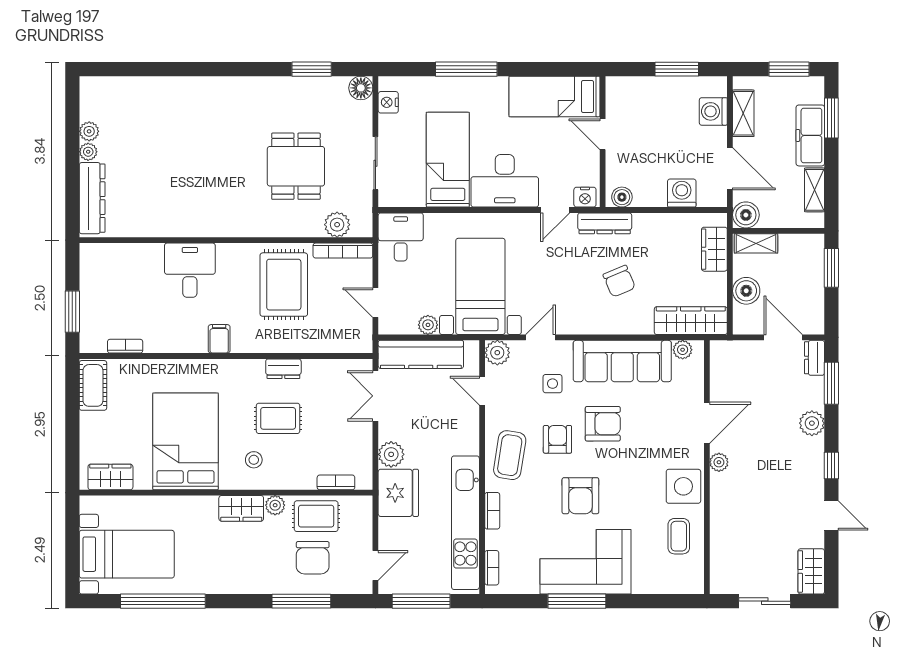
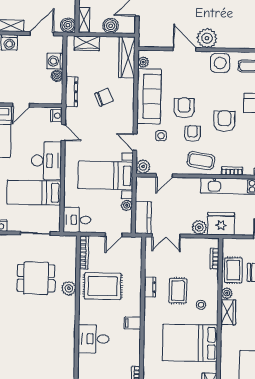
boiler: (622, 197) -> (57, 76), moved
dresser: (605, 223) -> (71, 92), moved
plant: (337, 225) -> (69, 288), moved
kitchen counter: (421, 354) -> (143, 218), width x0.67
armchair: (557, 439) -> (192, 134), turned 90
plant: (719, 462) -> (207, 38), width x1.88, depth x1.88
armchair: (580, 496) -> (224, 121), turned -90

